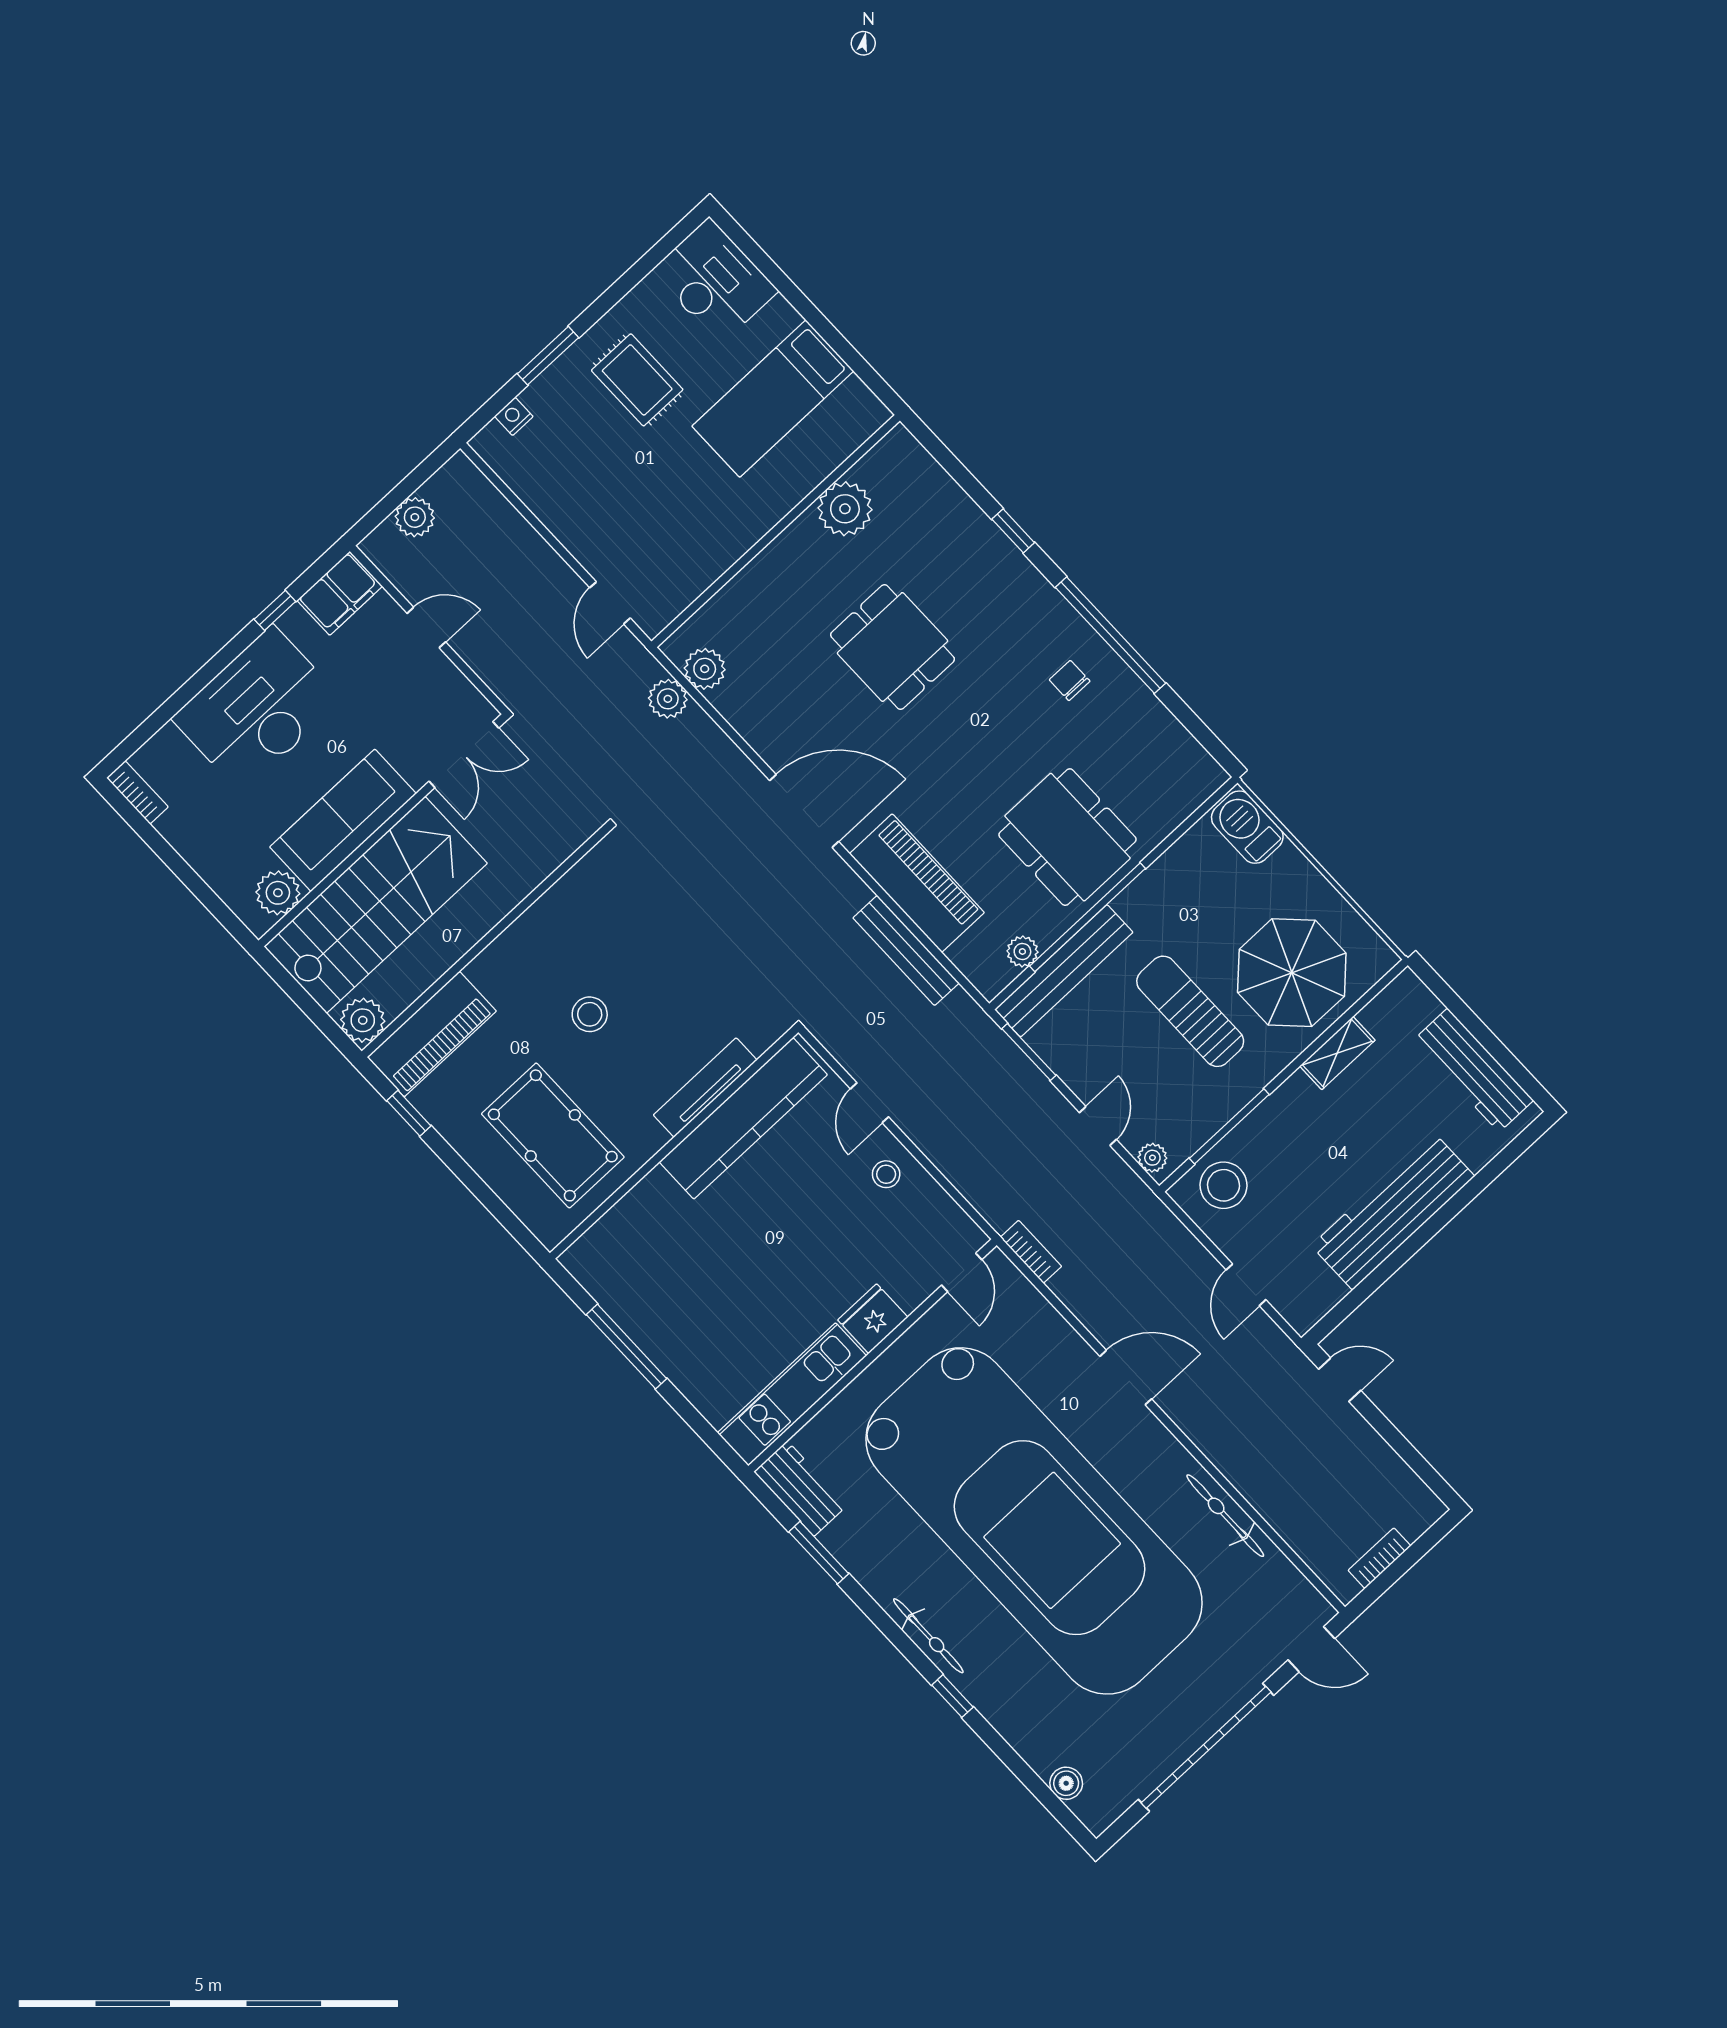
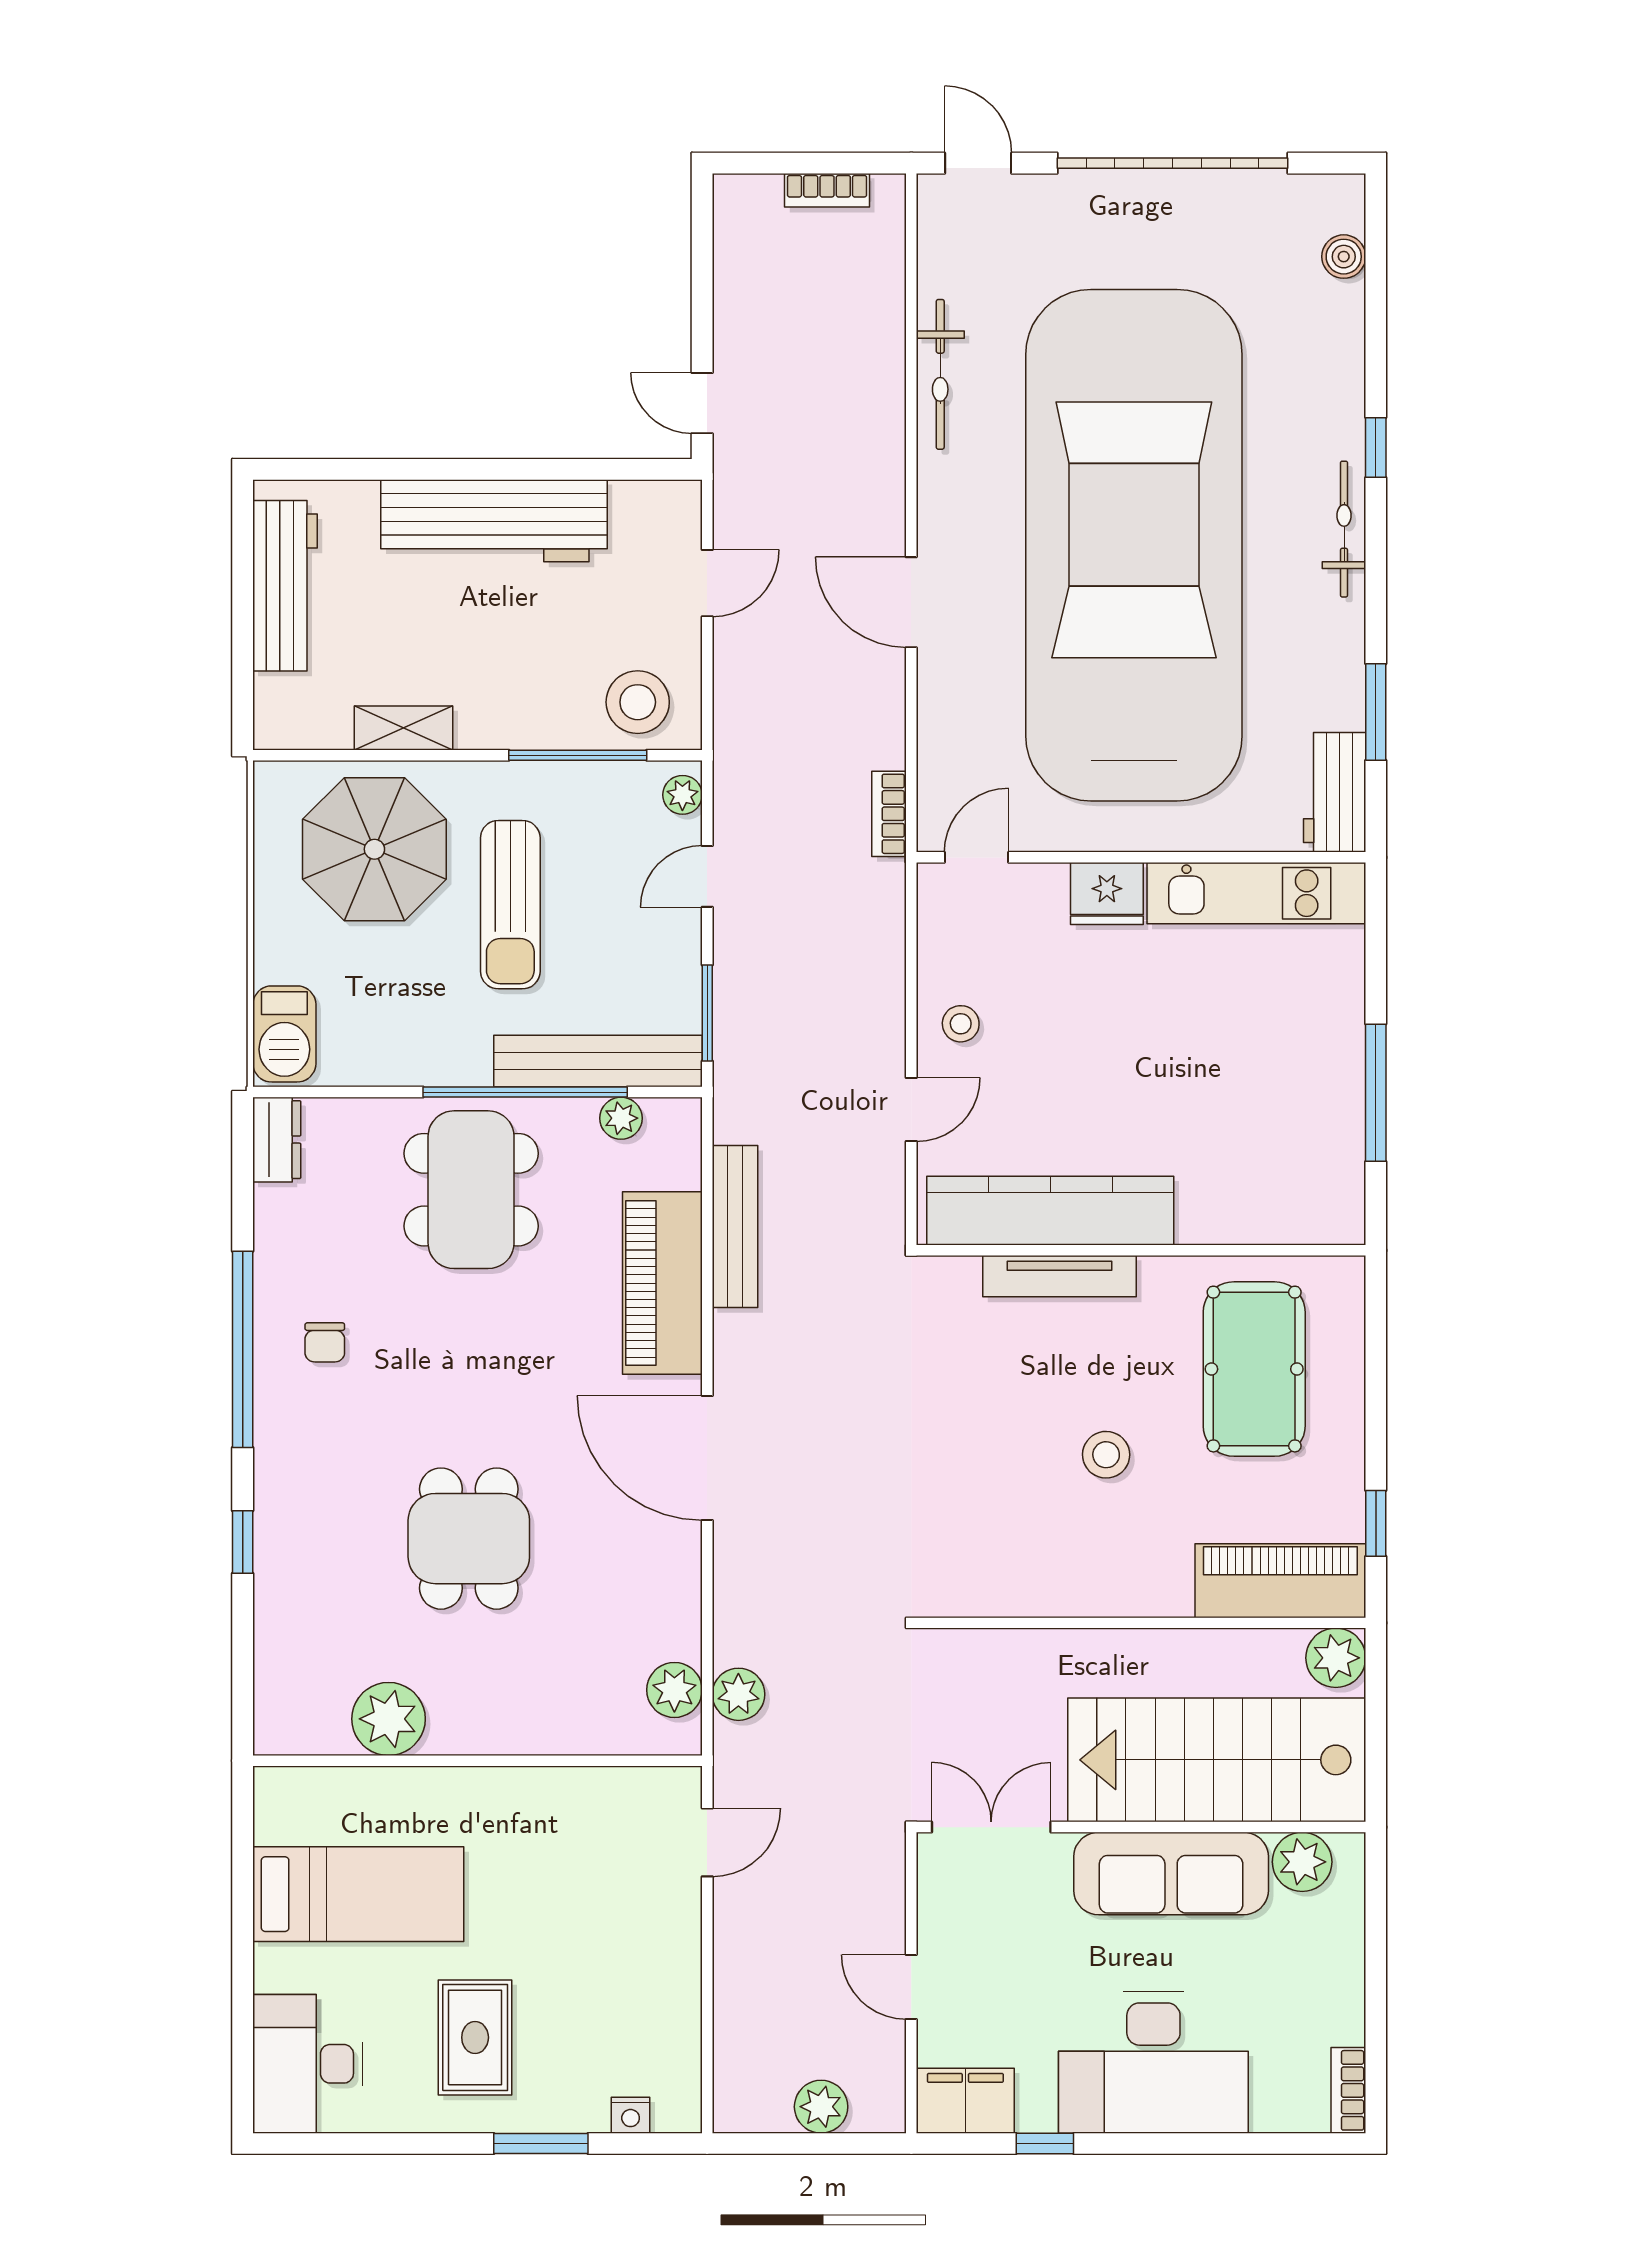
dresser: (1198, 766) -> (277, 1140), added

